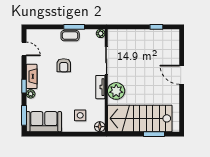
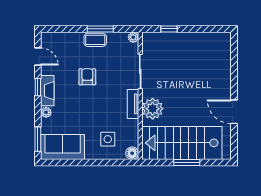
window: (156, 27) -> (169, 29), moved
armchair: (64, 65) -> (87, 77), turned 180
door: (182, 75) -> (234, 112), moved
window: (24, 86) -> (38, 87), moved
window: (154, 134) -> (187, 162), moved

